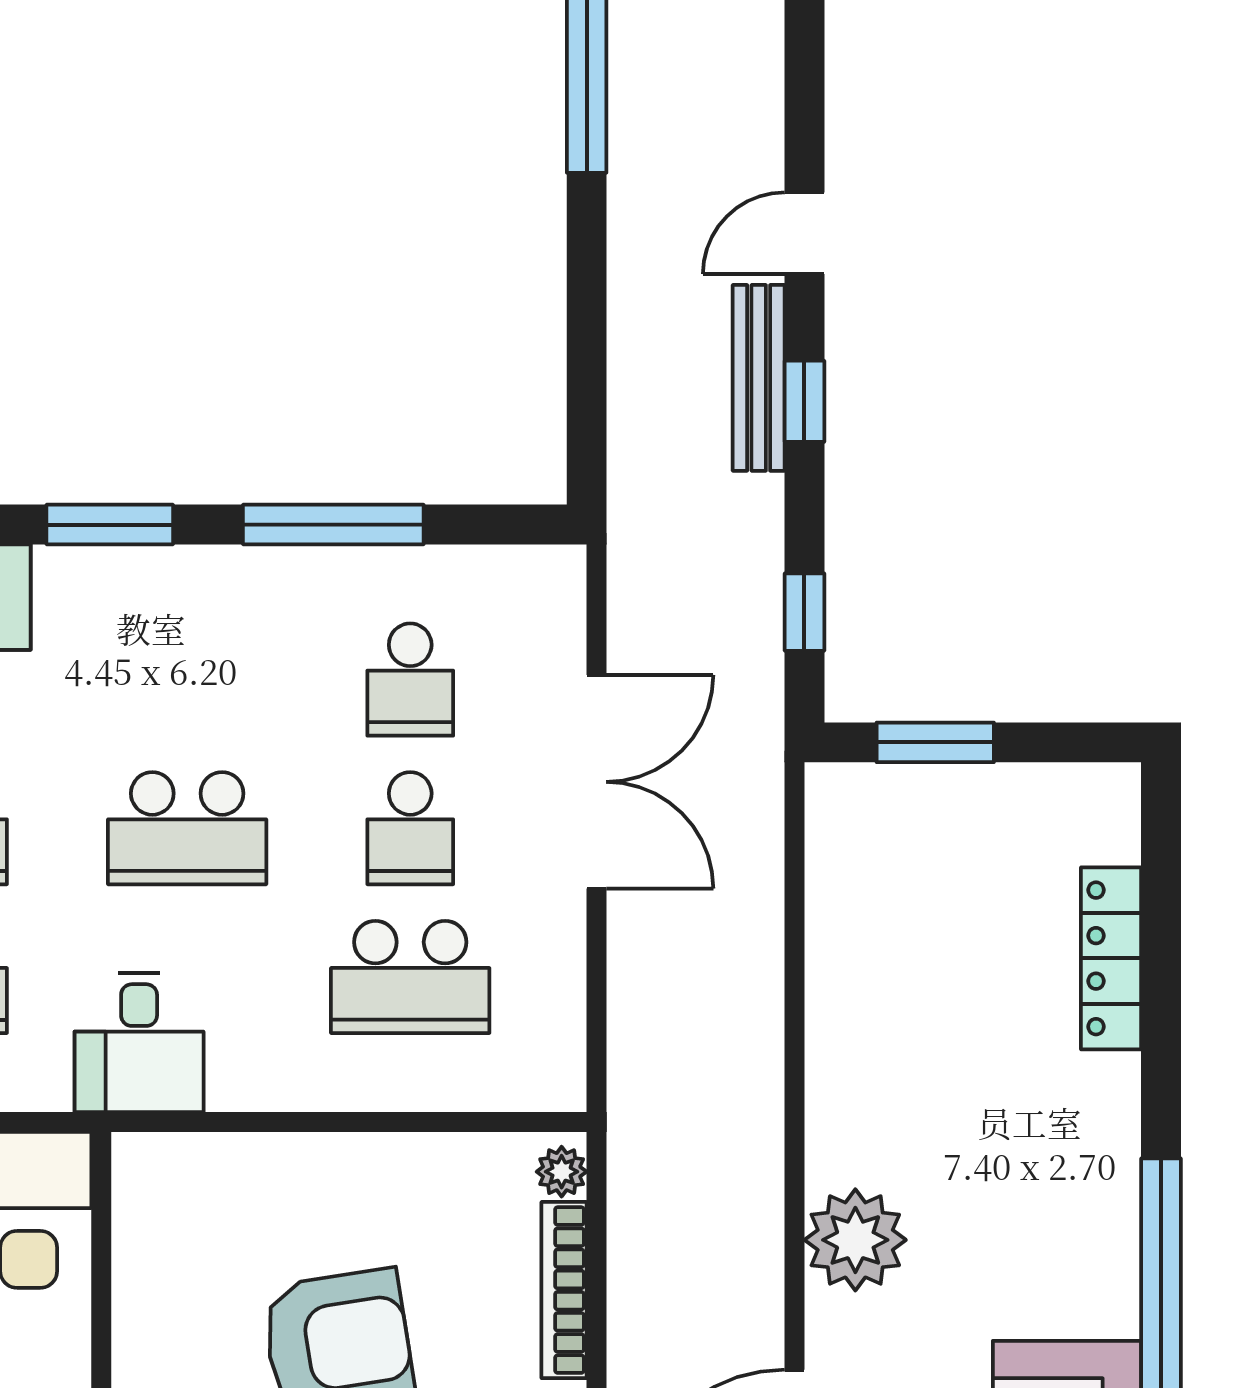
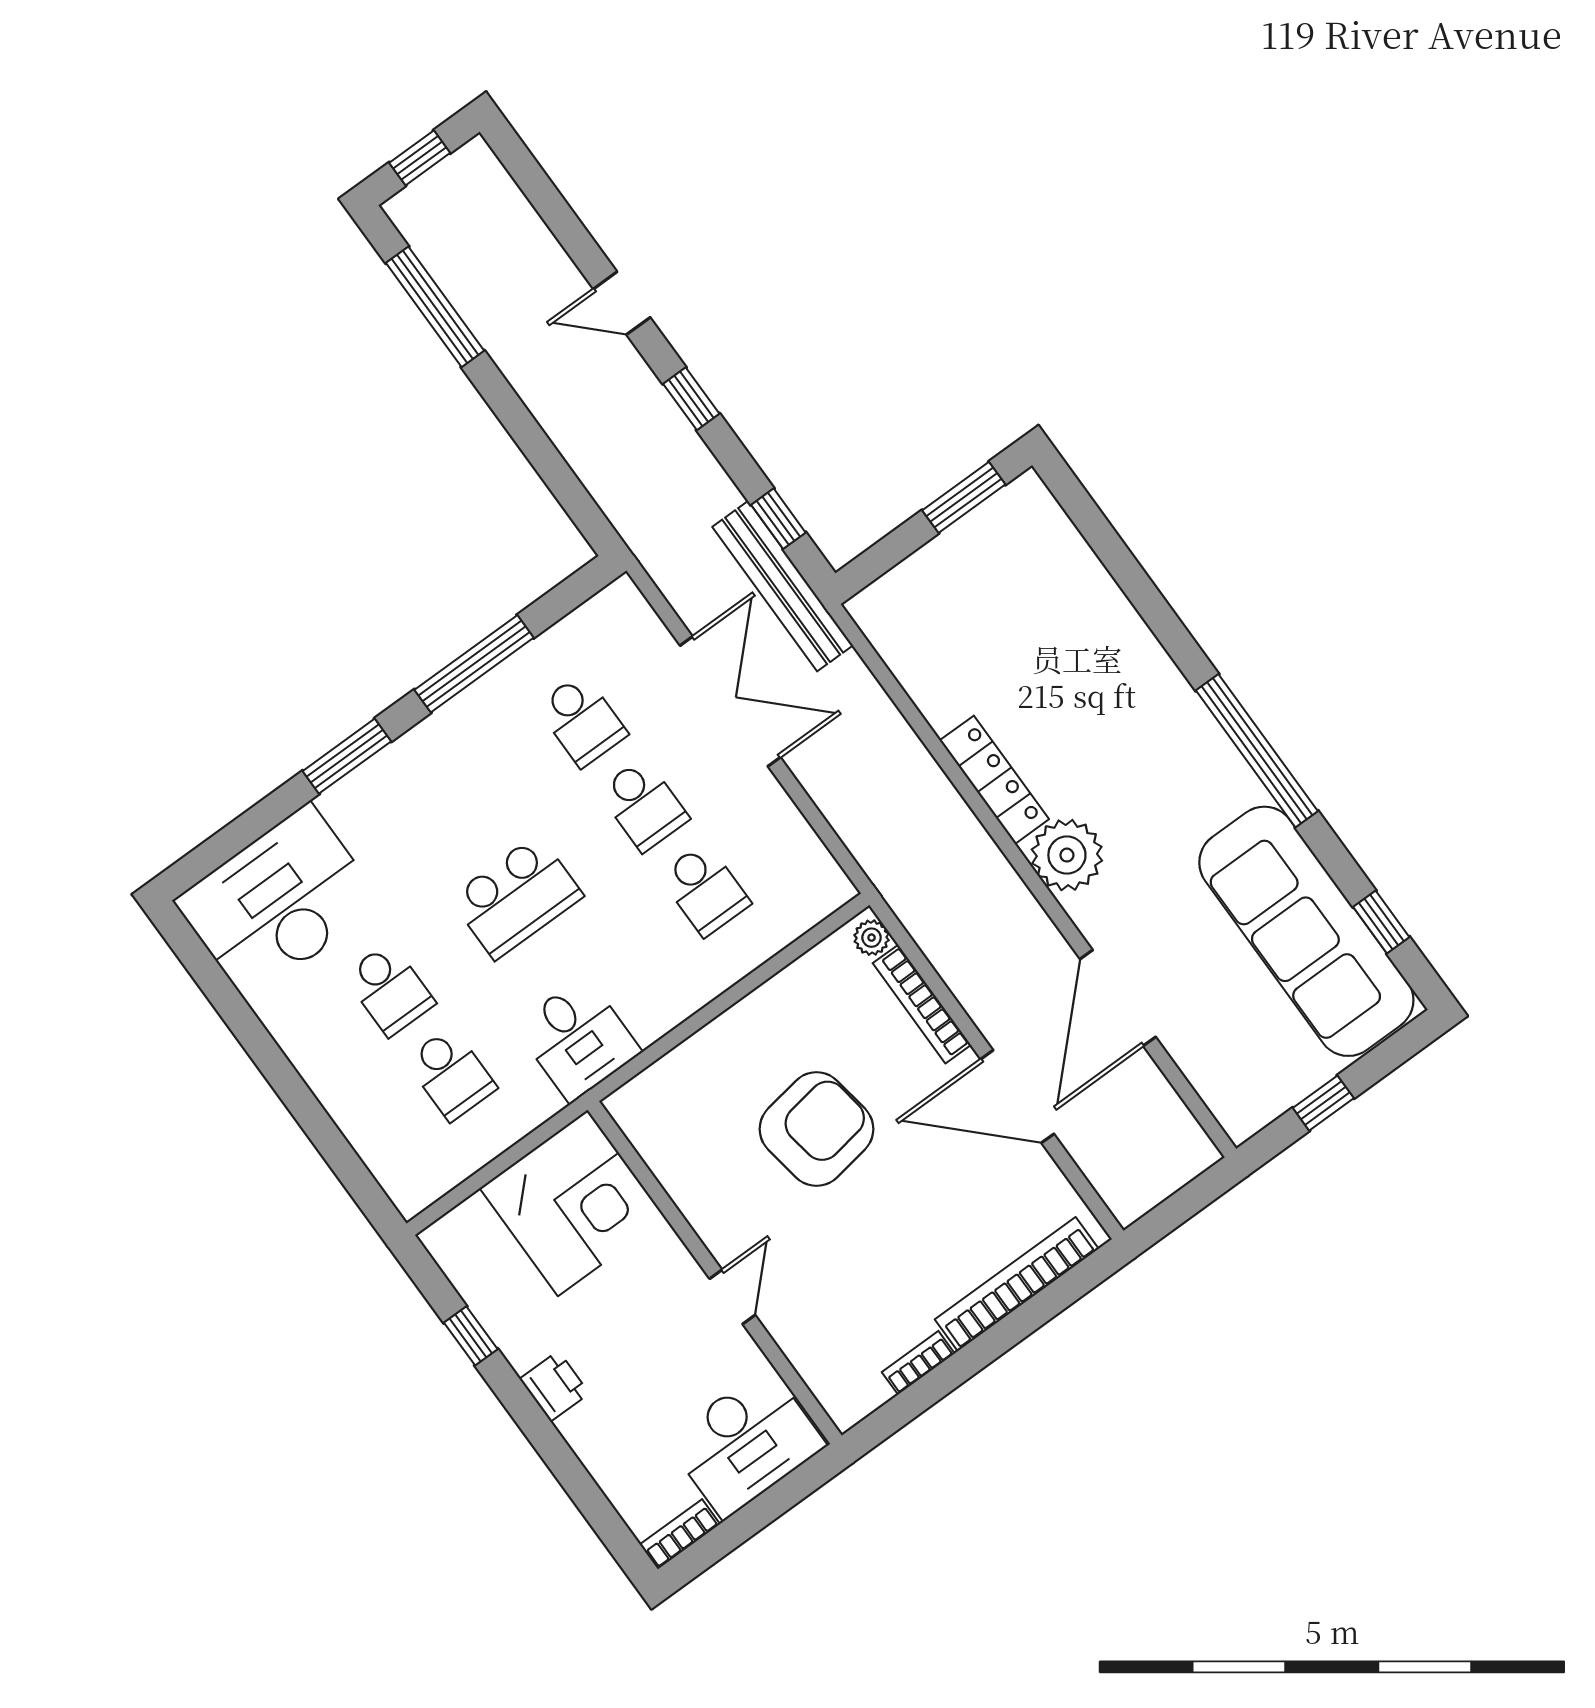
door: (804, 233) -> (622, 303), hinge flipped
bench: (759, 378) -> (783, 586), moved, width x1.37, depth x1.21
window: (935, 742) -> (964, 497), moved
locker: (1111, 958) -> (994, 780), moved, turned 180
school desk: (410, 977) -> (705, 889), width x0.54

